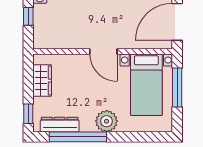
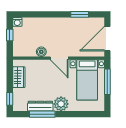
boiler: (76, 42) -> (41, 52), added
dresser: (60, 125) -> (40, 106), moved
window: (78, 137) -> (42, 114), width x0.68

